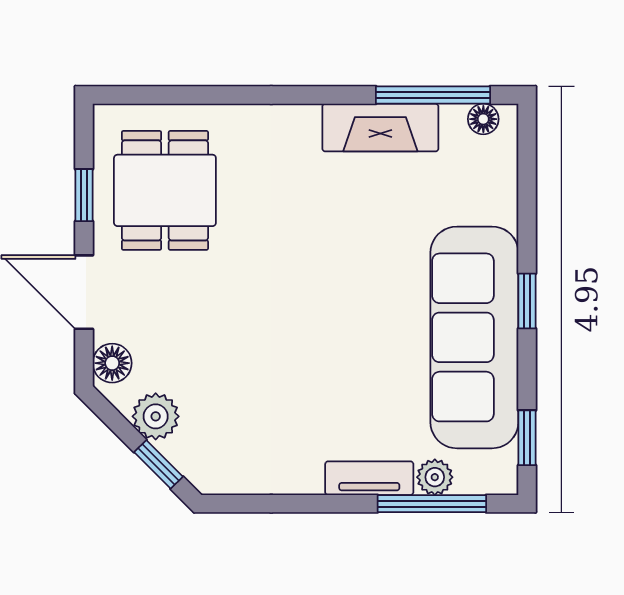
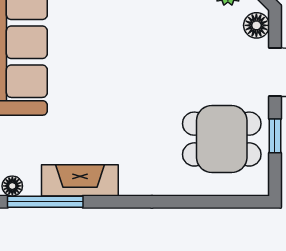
dining table: (165, 190) -> (222, 139), turned 90

